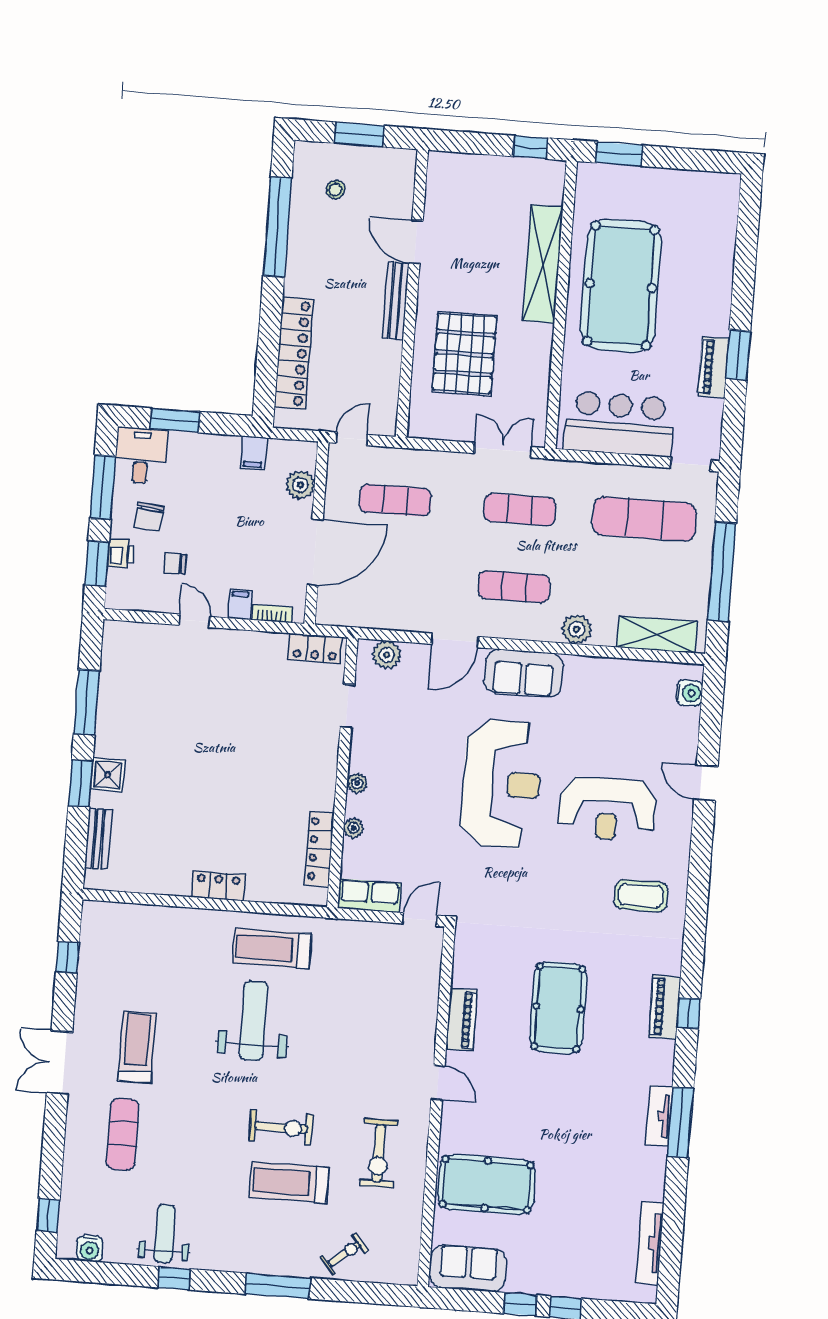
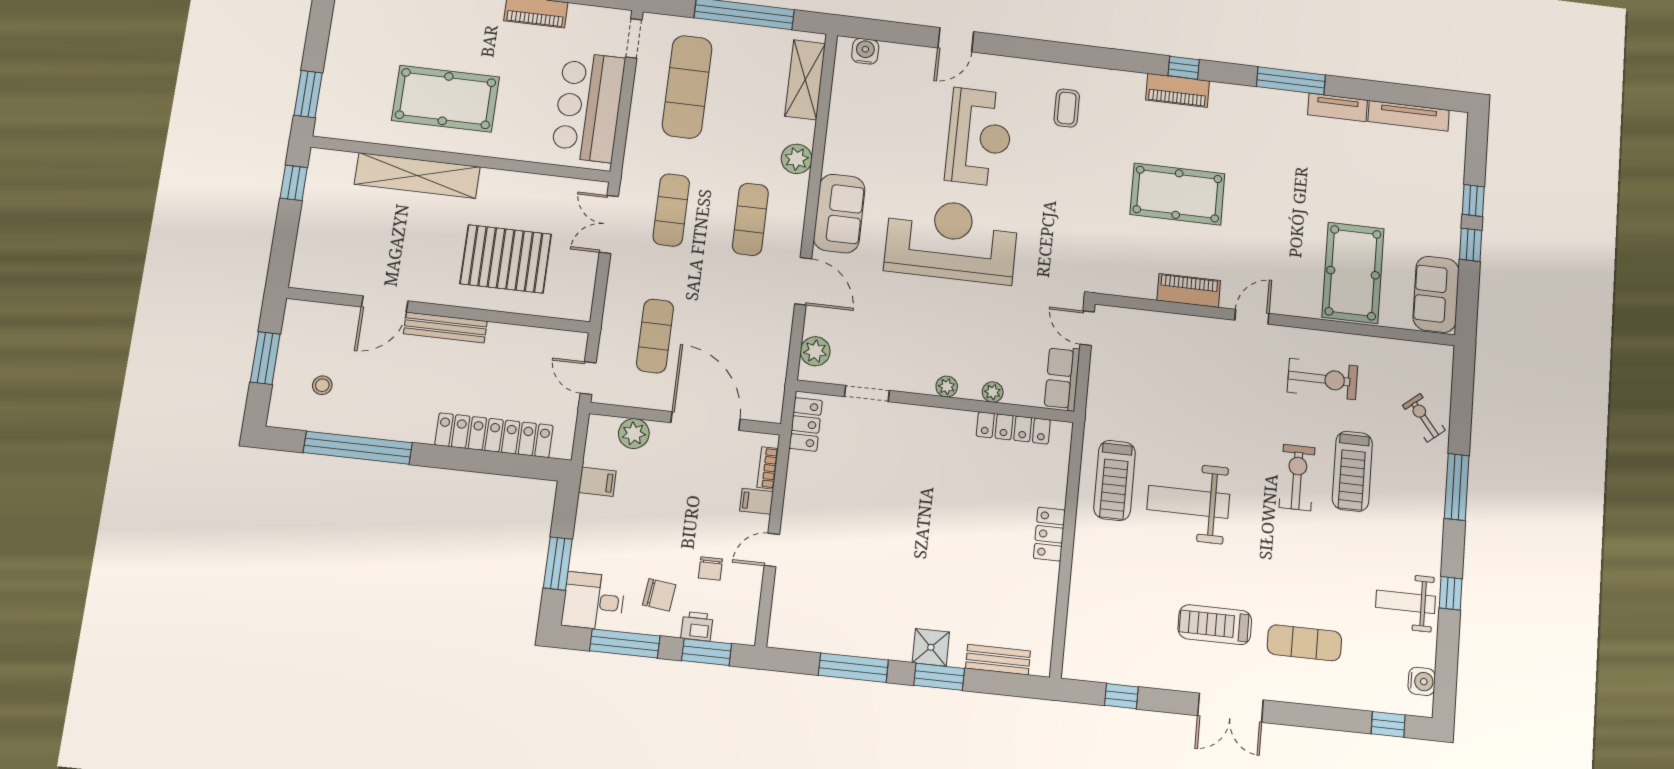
pool table: (621, 286) -> (446, 99), width x0.73, depth x0.76
coffee table: (641, 896) -> (1067, 108), width x0.73, depth x0.77
tv unit: (659, 1116) -> (1338, 107), moved

